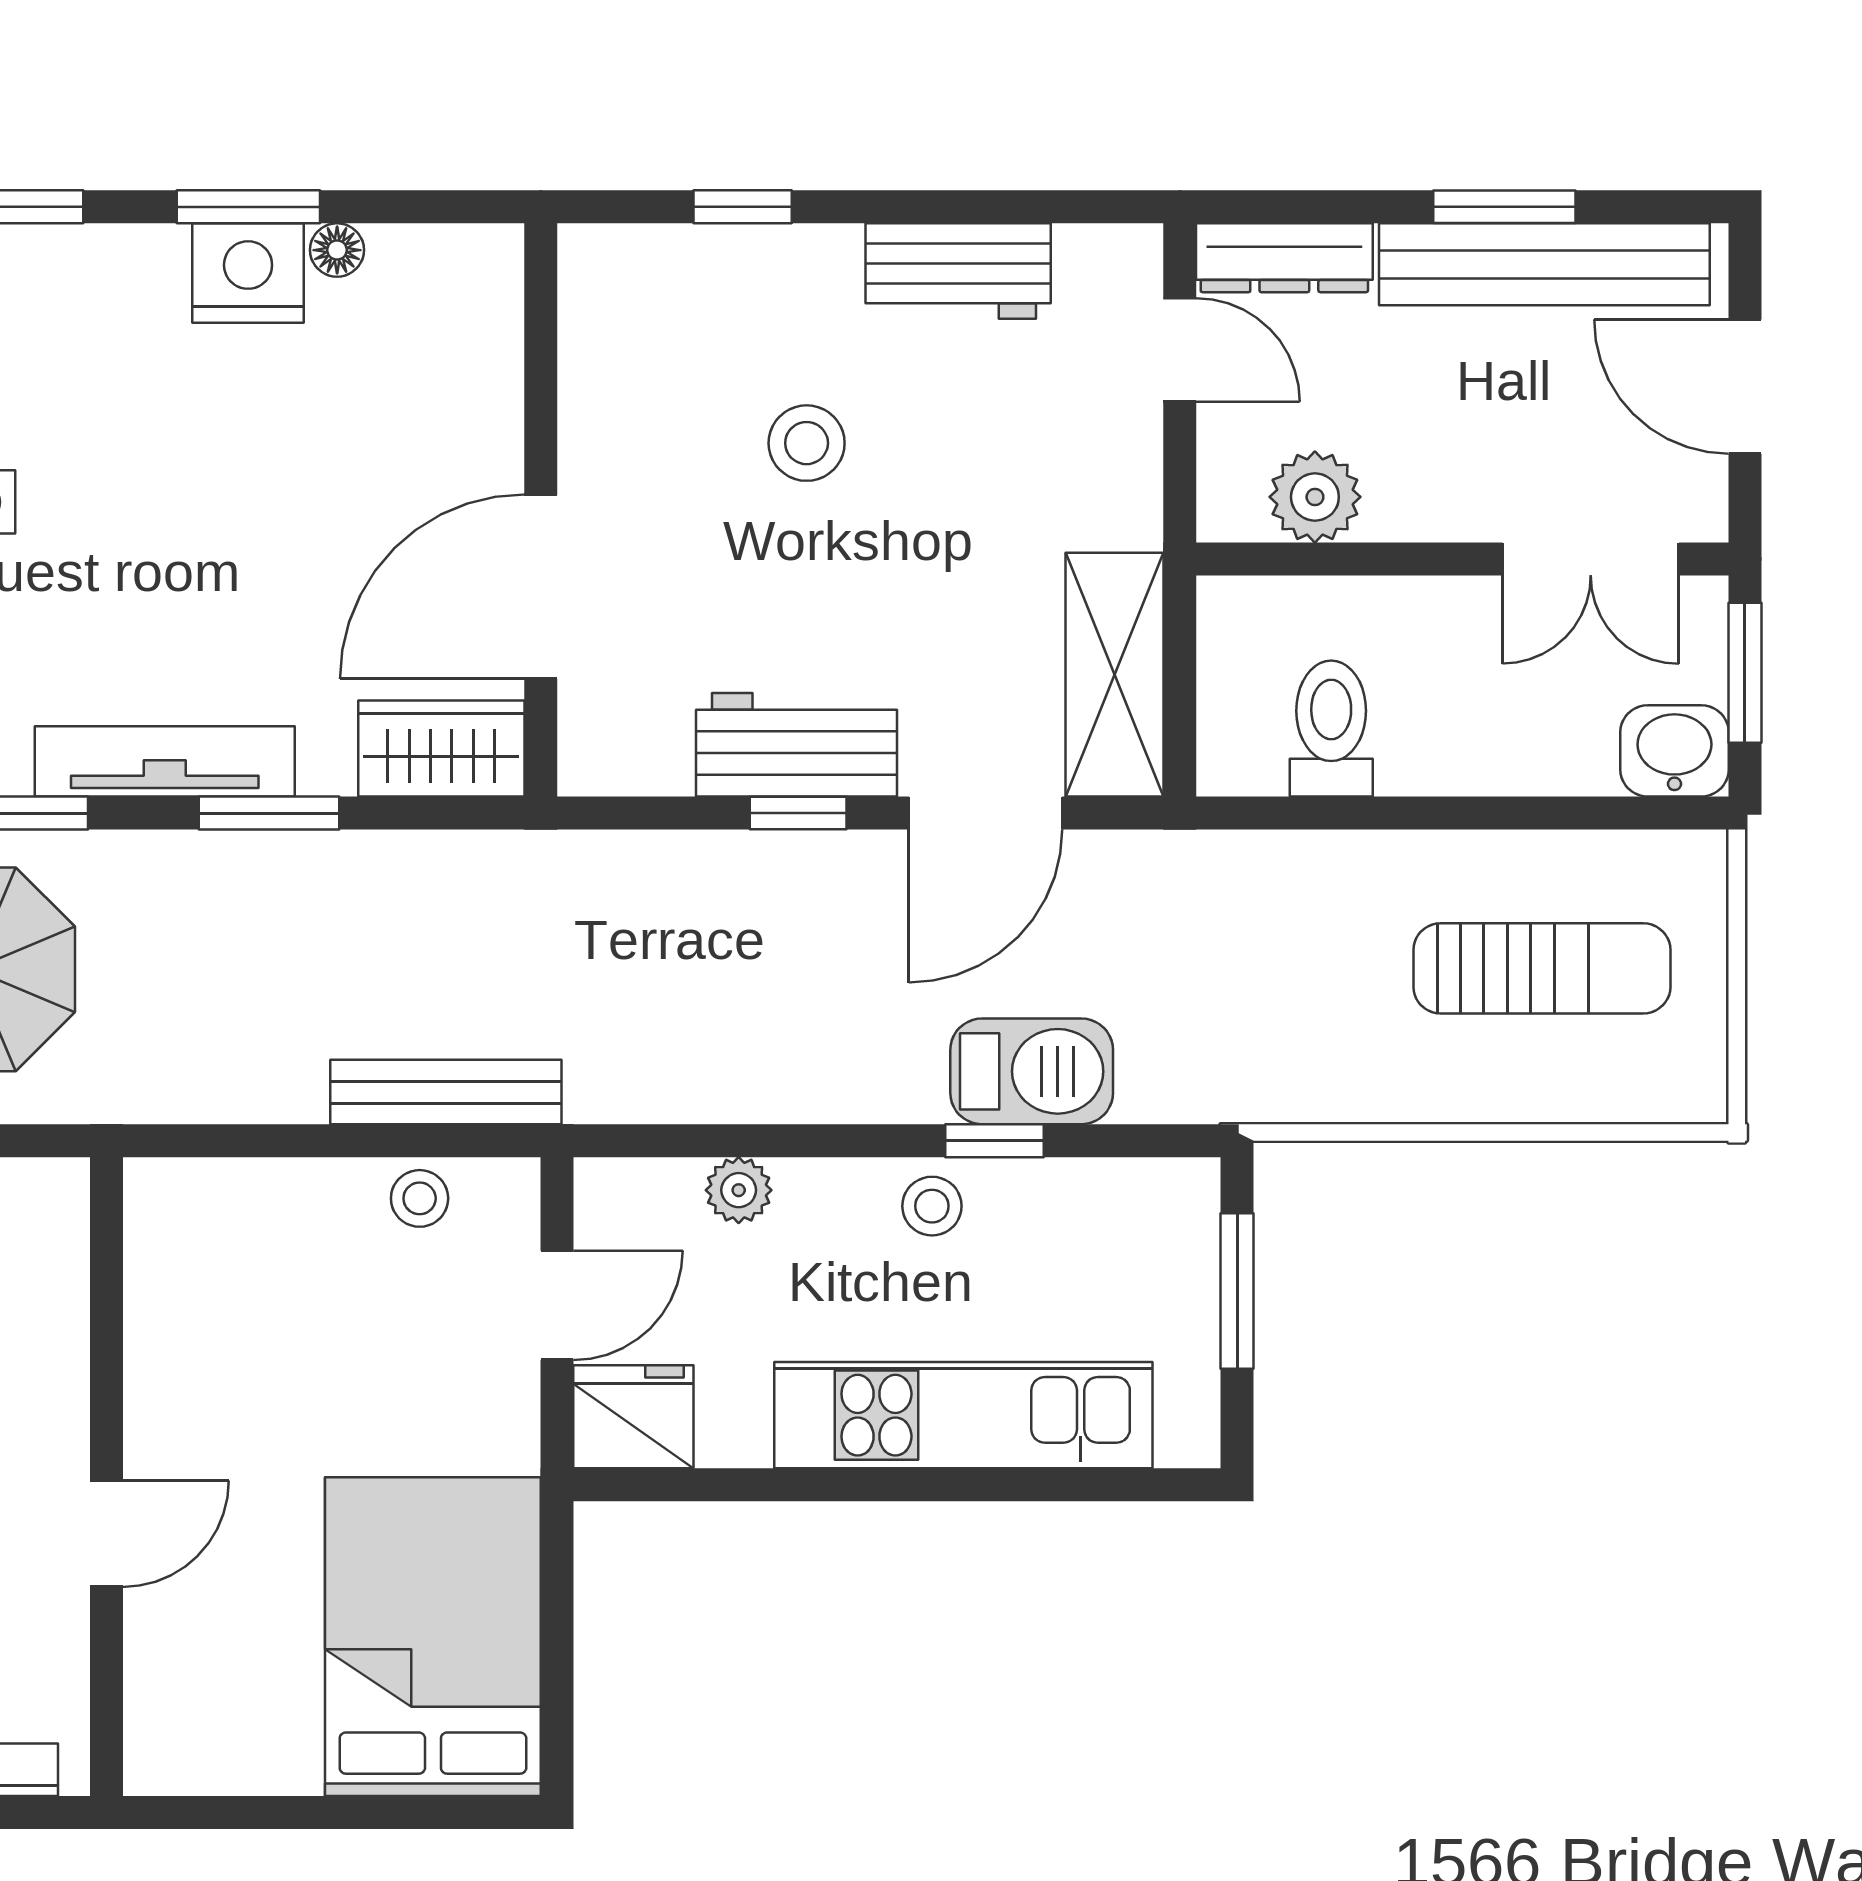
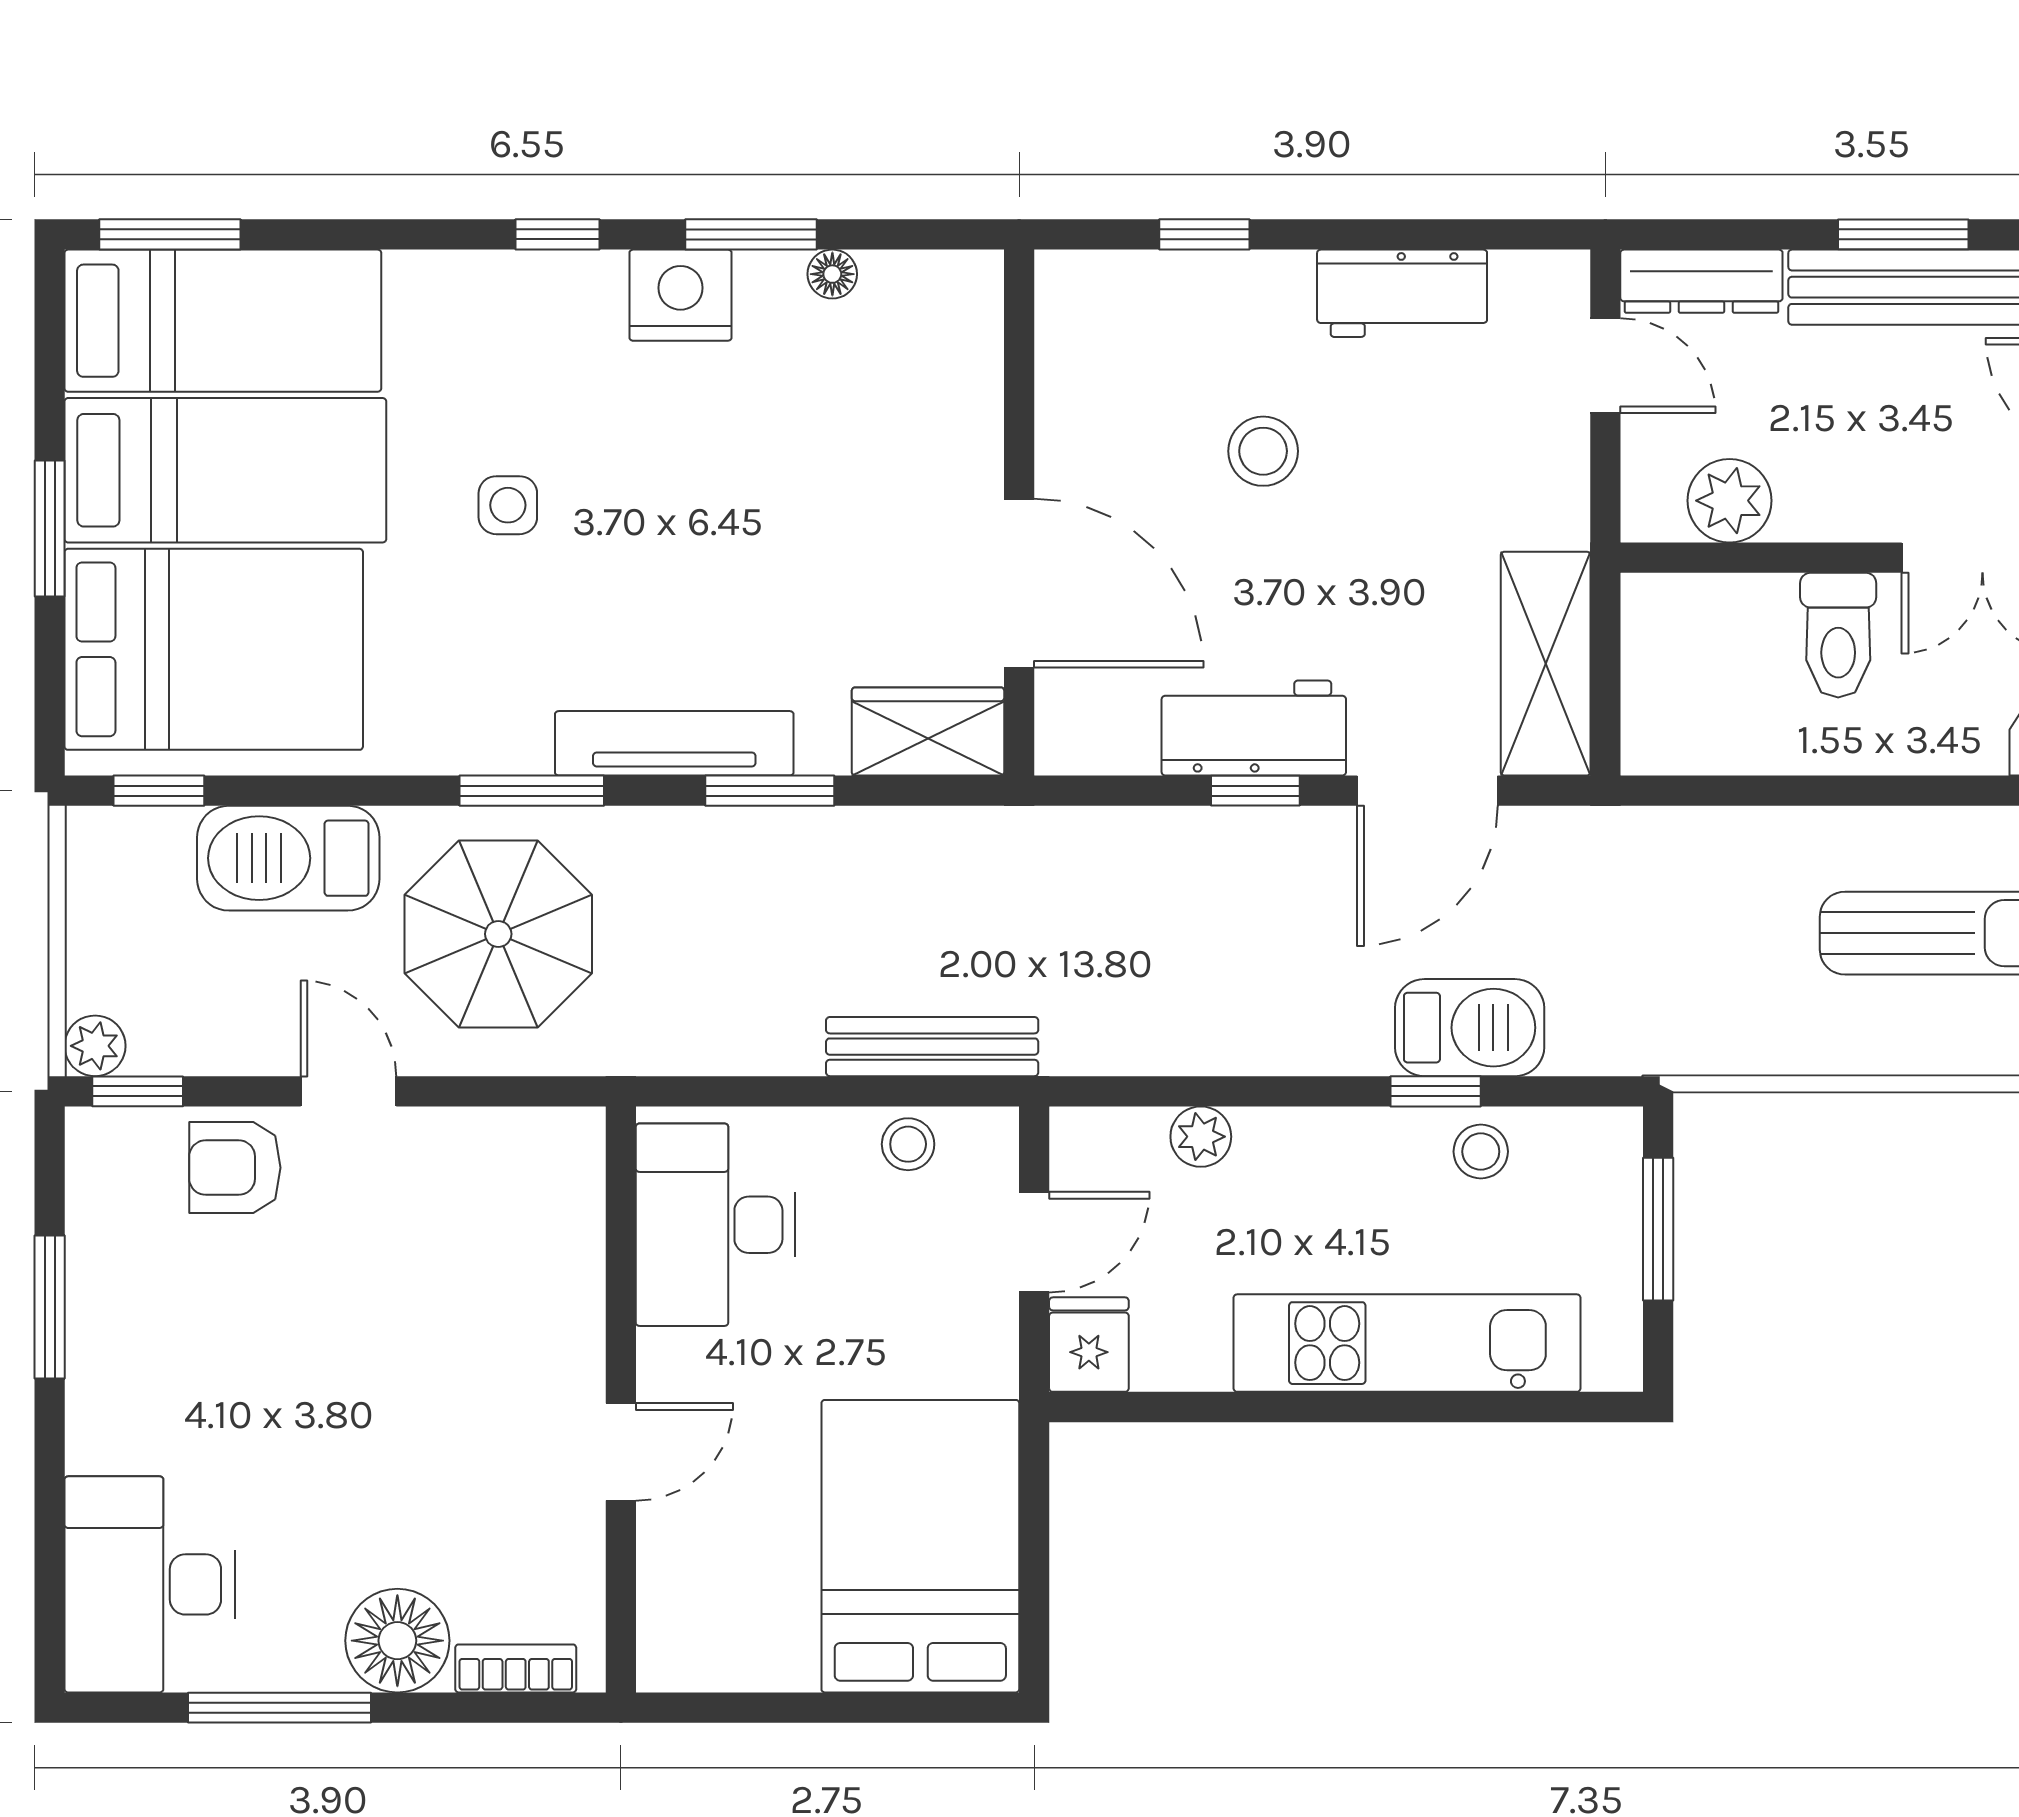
nightstand: (248, 273) -> (680, 295), moved
door: (541, 587) -> (1019, 583), swing flipped
toilet: (1331, 729) -> (1838, 635), moved, turned 180
stool: (932, 1206) -> (1481, 1152), moved
desk: (210, 1286) -> (715, 1225), added
fridge: (633, 1417) -> (1089, 1345), width x0.72

